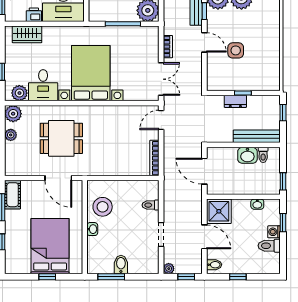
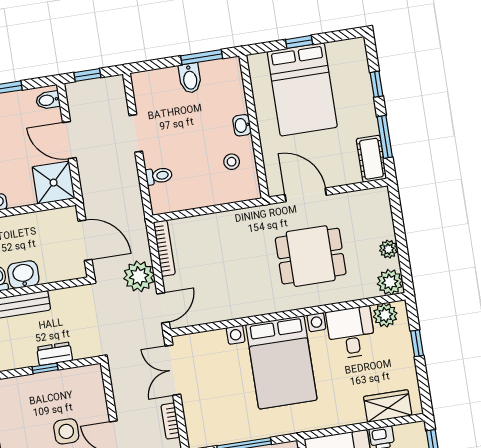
stool: (103, 207) -> (232, 162), width x0.53, depth x0.53
plant: (169, 269) -> (139, 276), moved, width x1.88, depth x1.88

